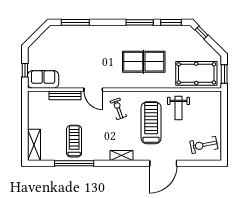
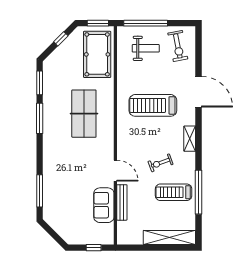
window: (202, 32) -> (61, 39), moved
sofa: (43, 79) -> (104, 205), moved
door: (93, 90) -> (115, 171), hinge flipped
weight bench: (178, 108) -> (146, 48), moved
exercise bike: (118, 109) -> (160, 163), moved
window: (224, 116) -> (146, 23), added
shelving: (34, 145) -> (169, 237), width x1.47

